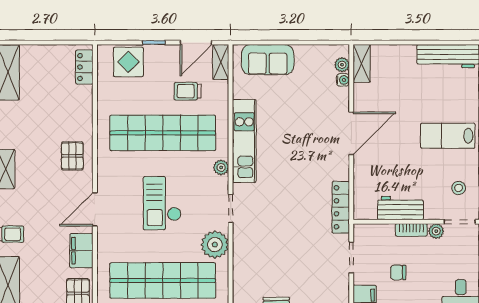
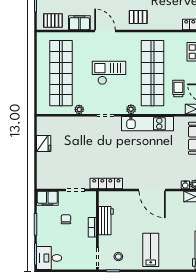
plant: (436, 231) -> (92, 243), removed
plant: (215, 245) -> (79, 109), width x0.53, depth x0.53

